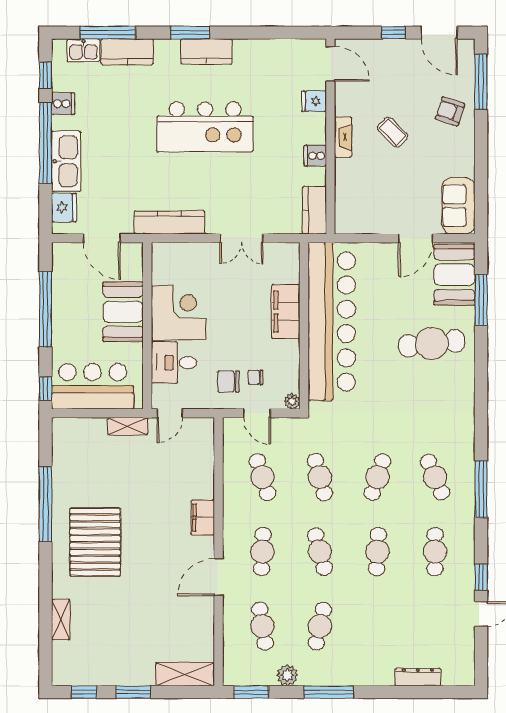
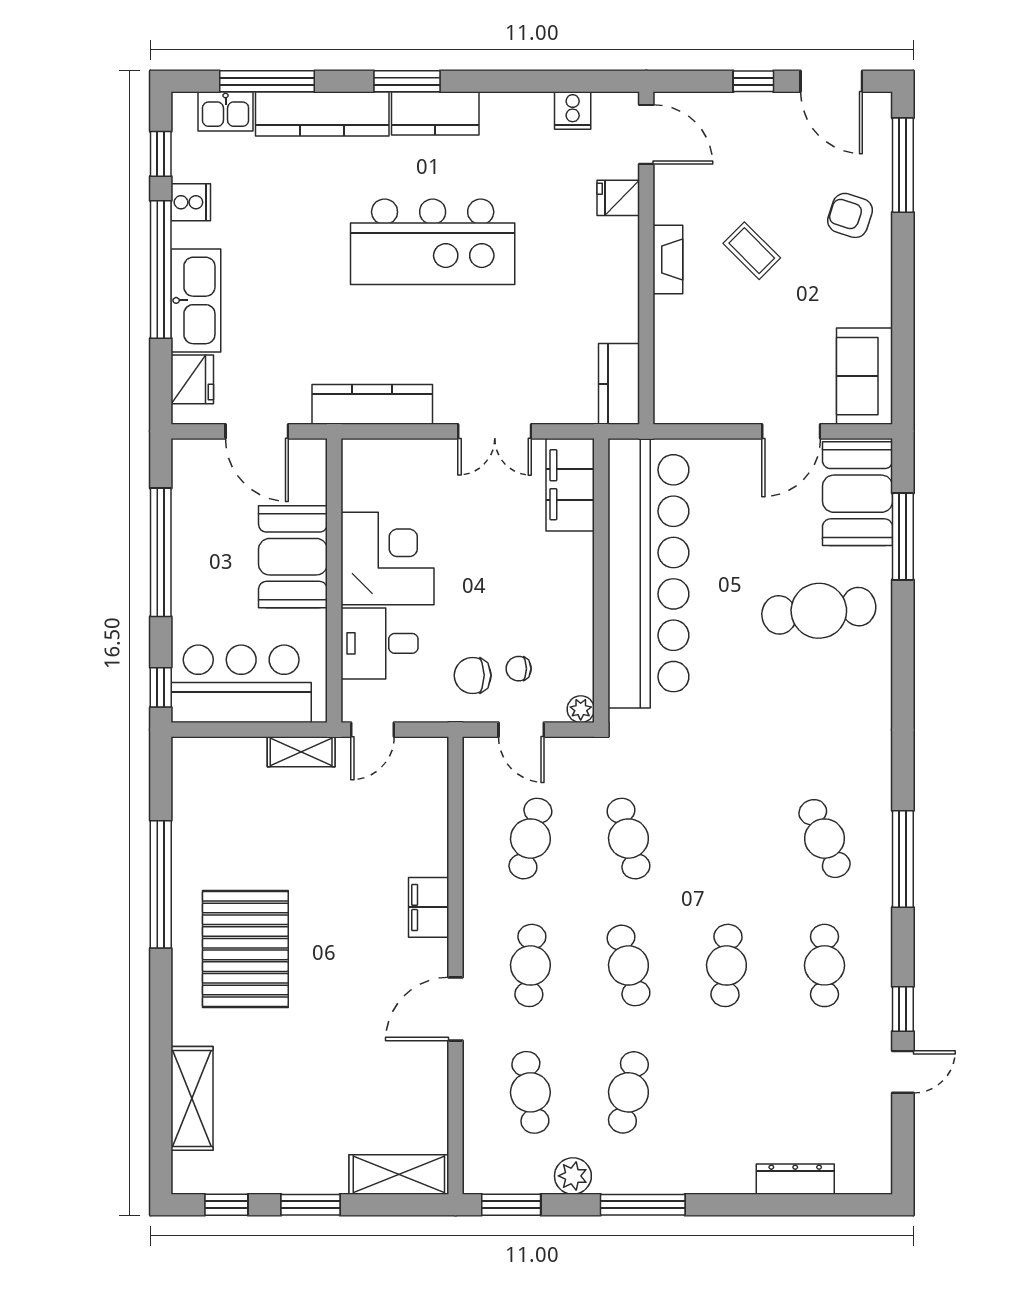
kitchen counter: (127, 52) -> (322, 114), width x1.50
cooker: (315, 156) -> (573, 110), moved, turned -90
filing cabinet: (286, 312) -> (570, 485), moved
cafe table: (262, 477) -> (530, 839), turned 33
cafe table: (377, 477) -> (726, 839), removed
shelving: (61, 620) -> (192, 1098), width x1.50, depth x1.33

